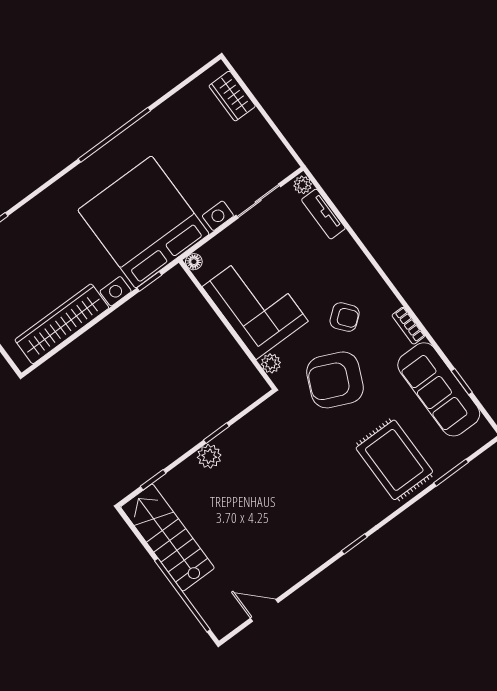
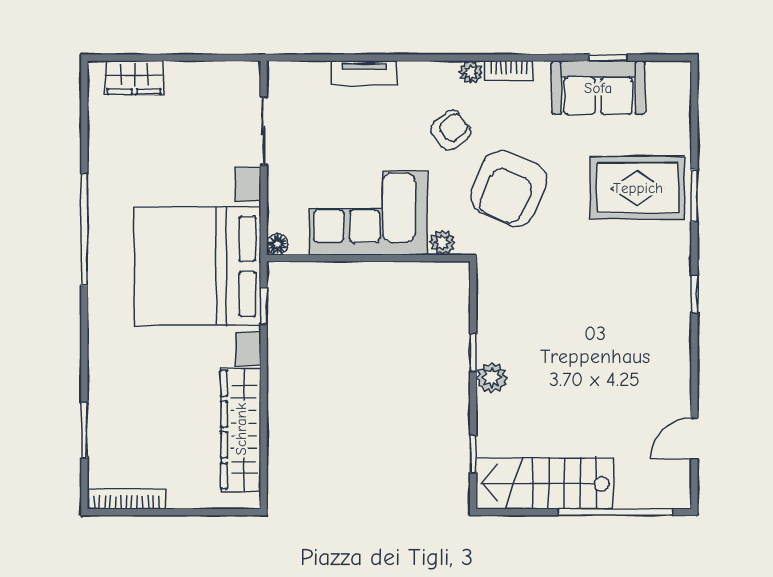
plant: (303, 185) -> (470, 72), moved
tv unit: (323, 214) -> (364, 73), moved
sofa: (439, 389) -> (598, 88), width x0.73
window: (451, 473) -> (694, 196), moved

